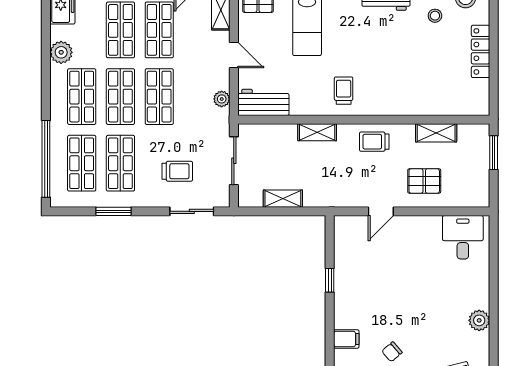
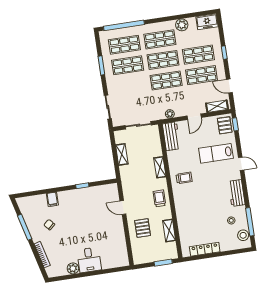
locker: (481, 51) -> (205, 249), moved
trolley: (177, 171) -> (128, 96), removed
desk: (463, 237) -> (89, 260), moved, turned 90

